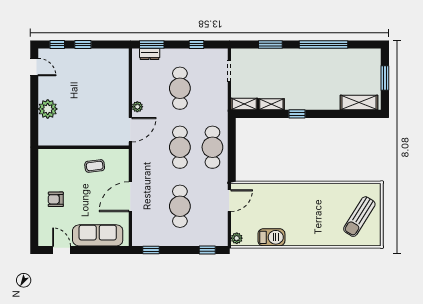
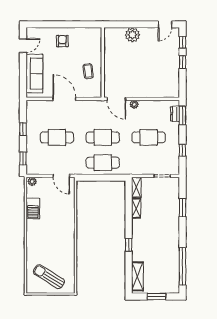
window: (324, 45) -> (182, 266), moved
window: (297, 114) -> (129, 245), moved
window: (151, 250) -> (23, 129), moved

